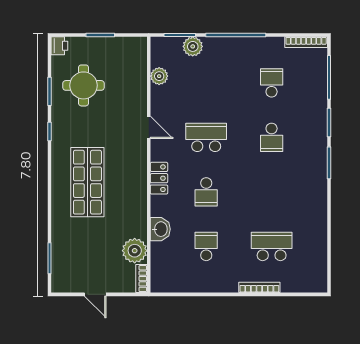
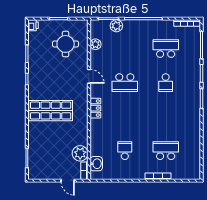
school desk: (272, 83) -> (166, 49), width x1.85
round table: (84, 85) -> (66, 44), moved
school desk: (206, 137) -> (125, 83), turned 180
shop shelf: (87, 182) -> (51, 111), turned 90
school desk: (206, 192) -> (125, 117), removed
washbasin: (160, 229) -> (96, 164), moved
door: (95, 294) -> (68, 181), moved

